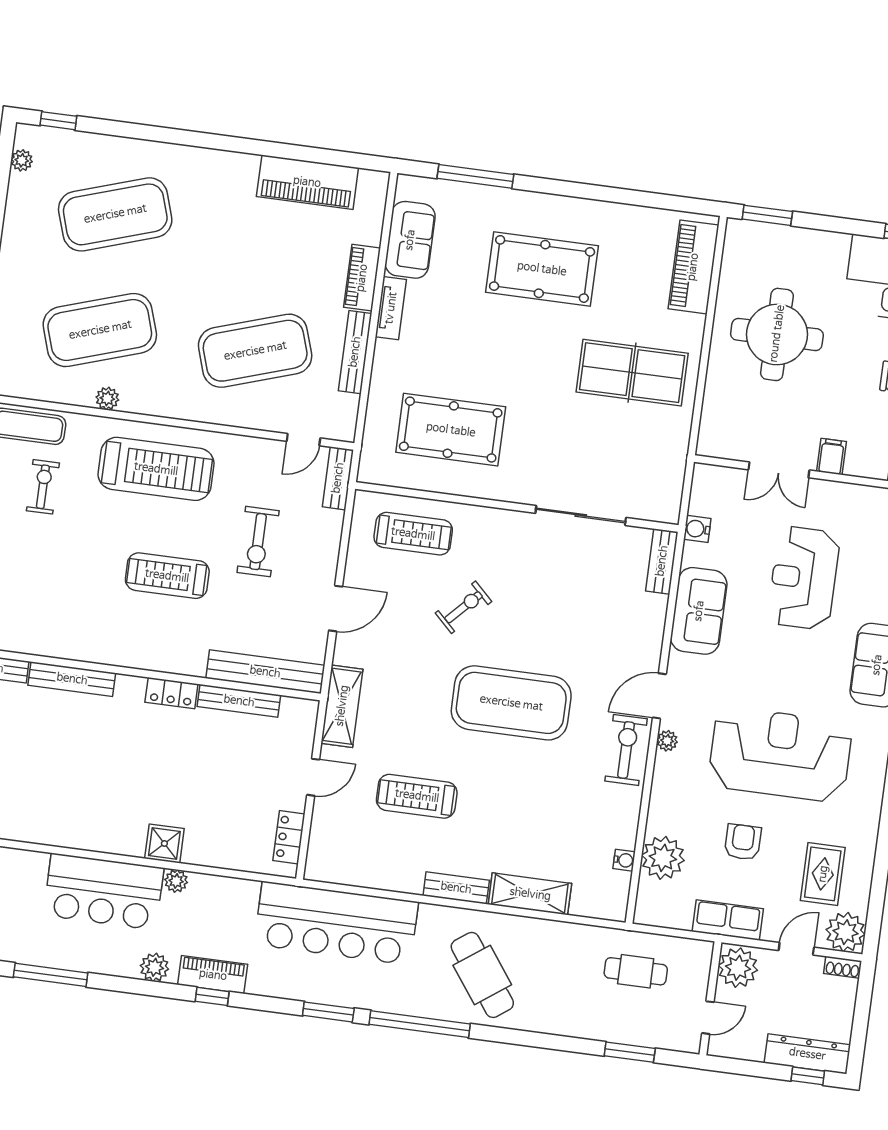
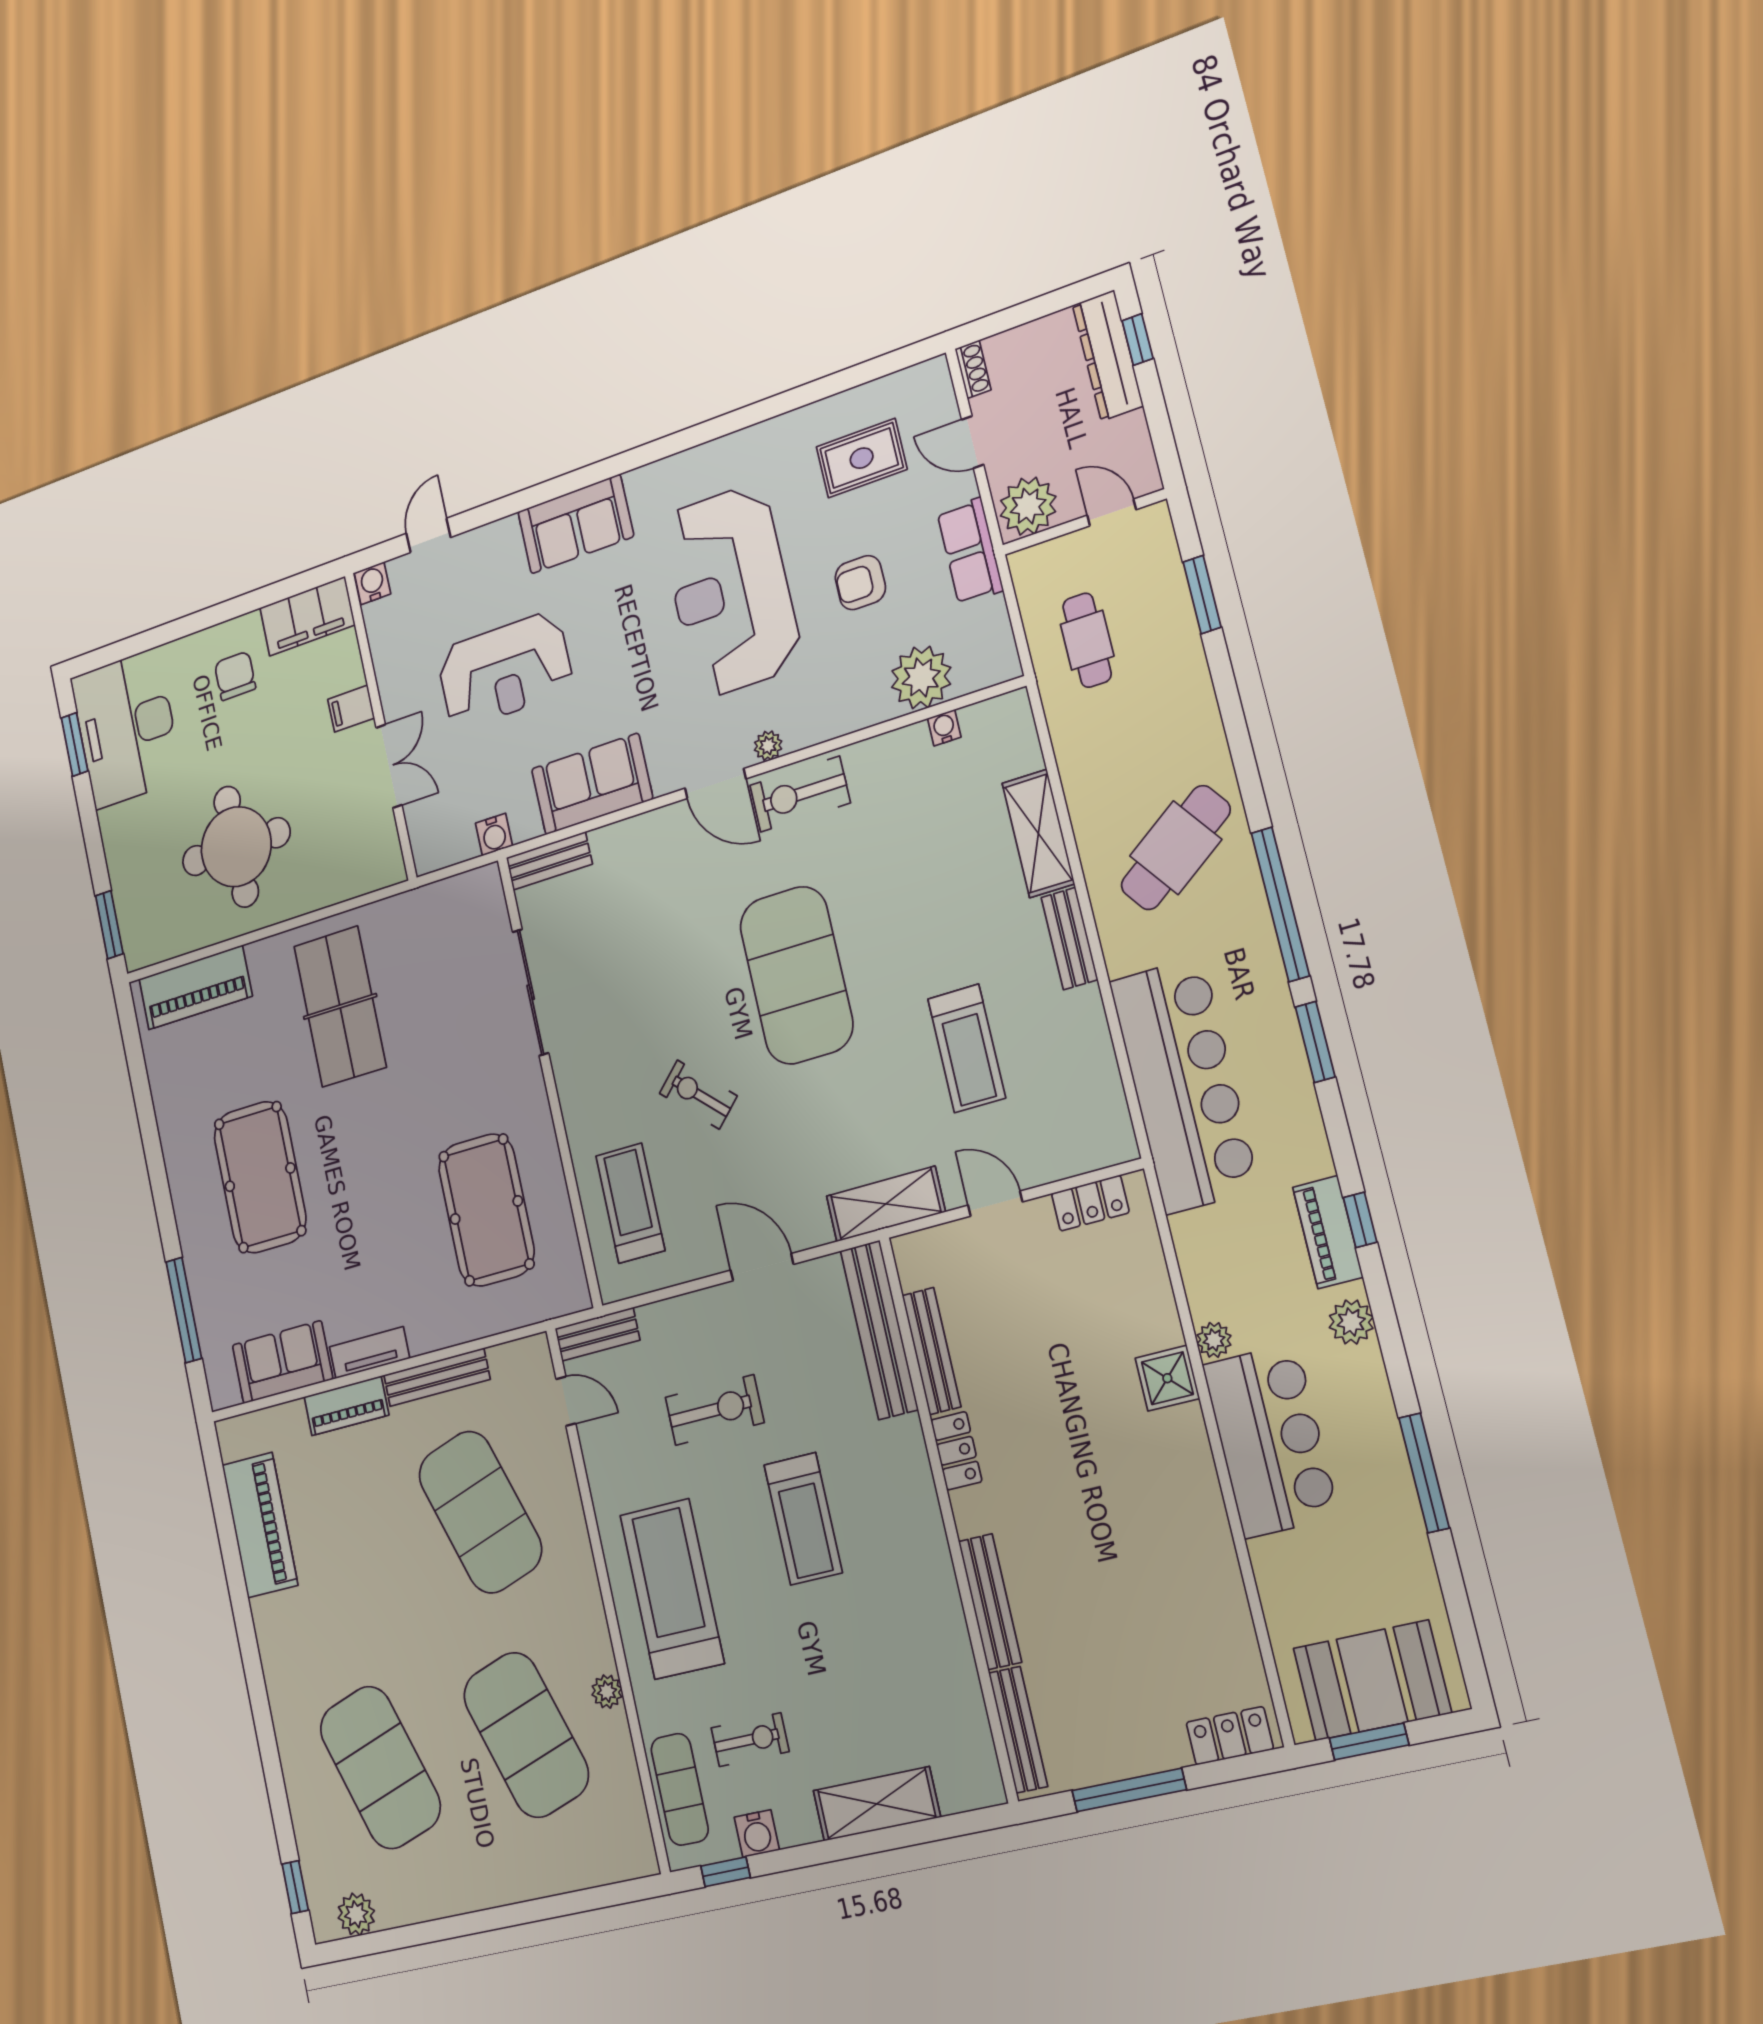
plant: (22, 160) -> (356, 1914), width x1.38, depth x1.38
exercise bike: (43, 487) -> (750, 1740), turned 180
plant: (846, 932) -> (925, 390), removed

